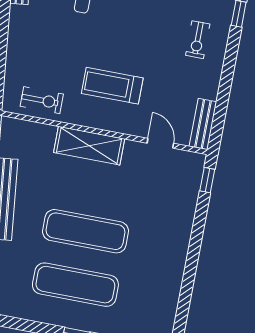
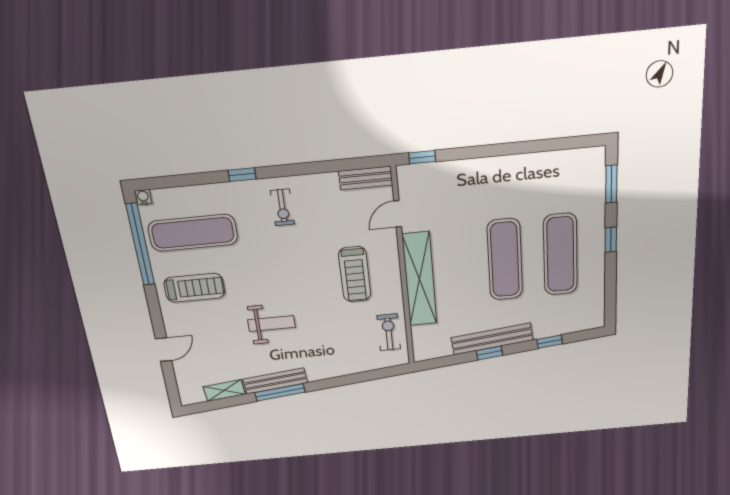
exercise bike: (198, 40) -> (282, 207), turned 90
shelving: (89, 146) -> (420, 279), width x1.47

